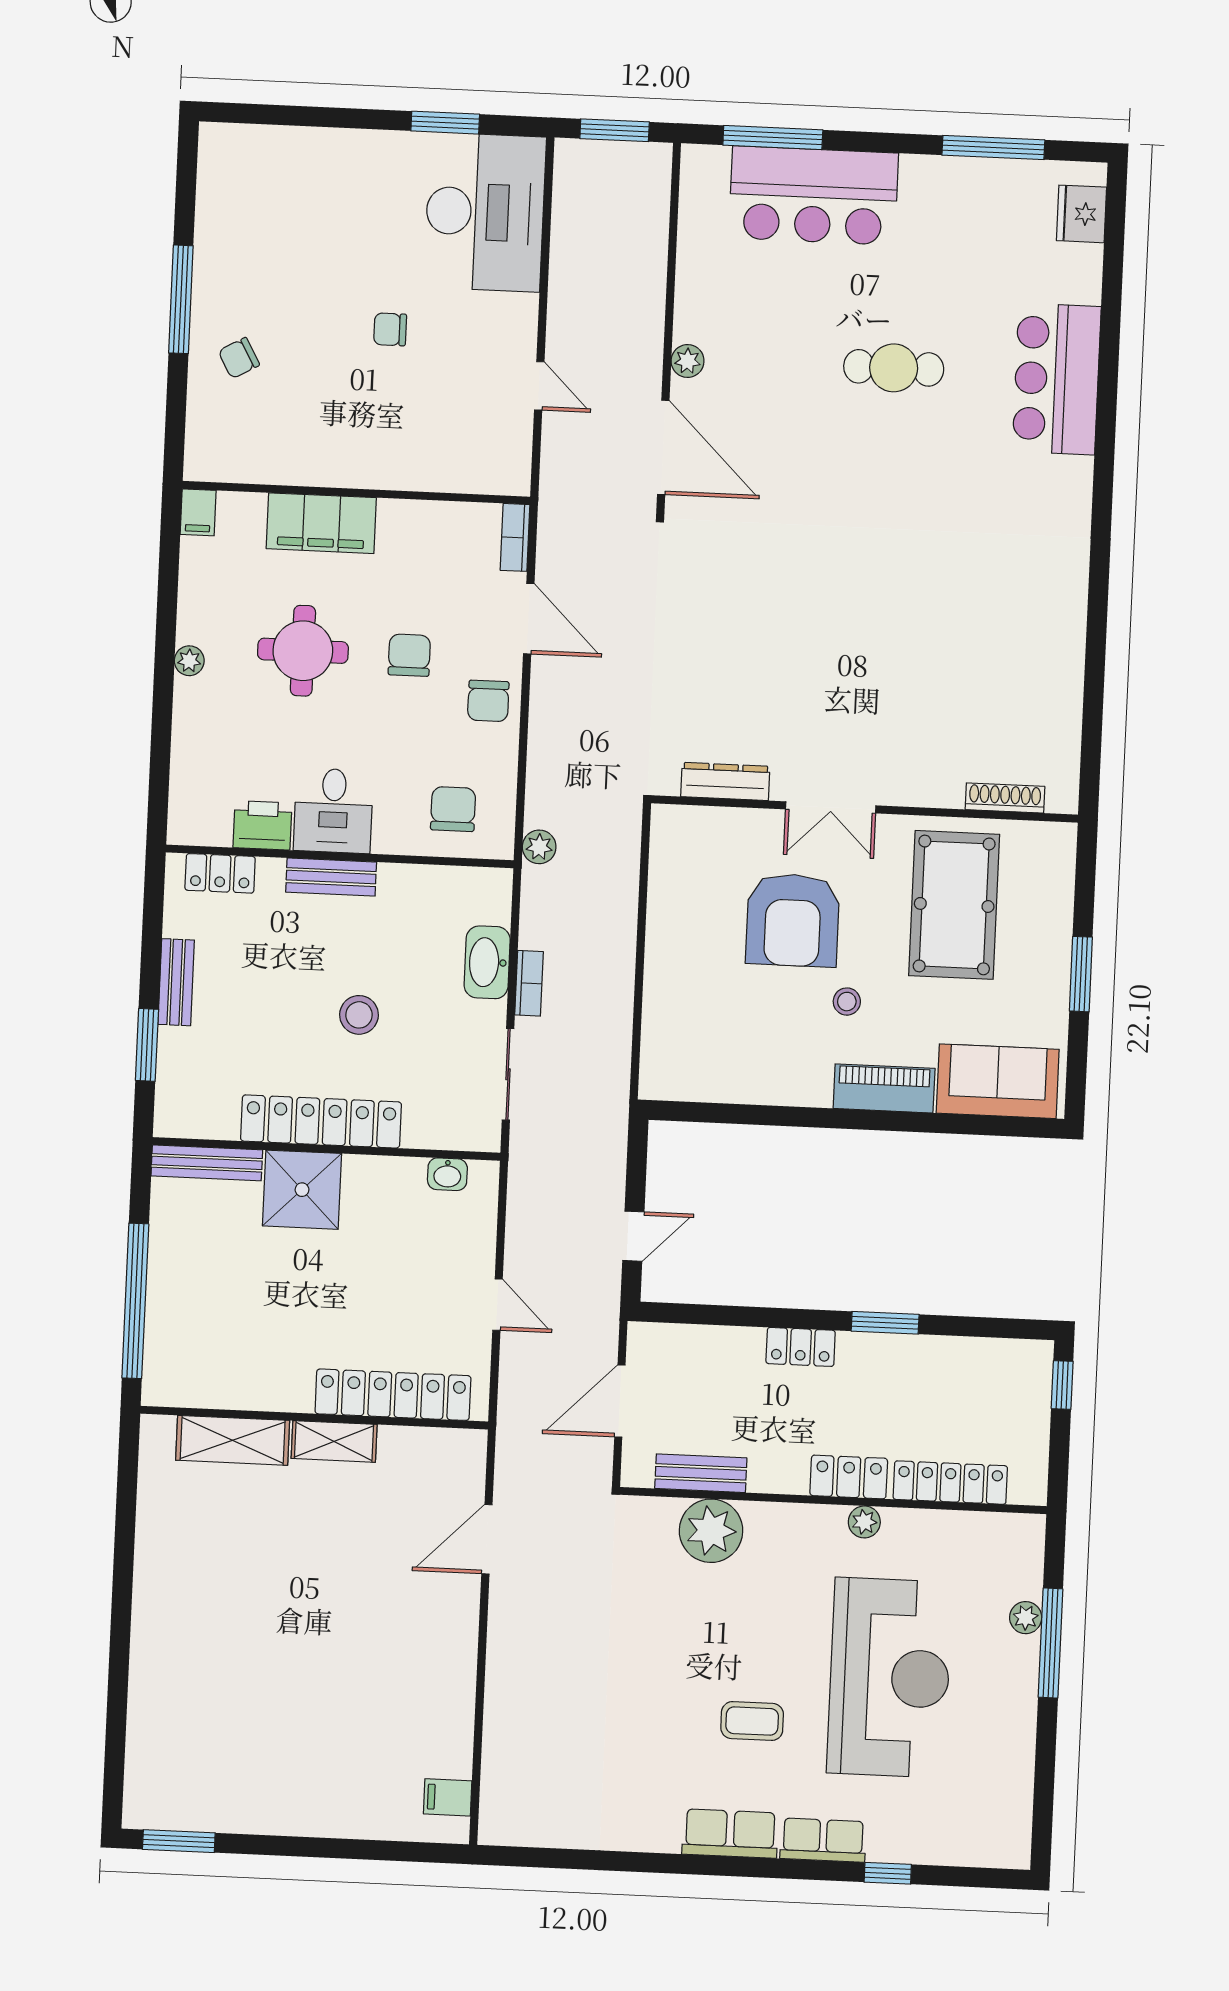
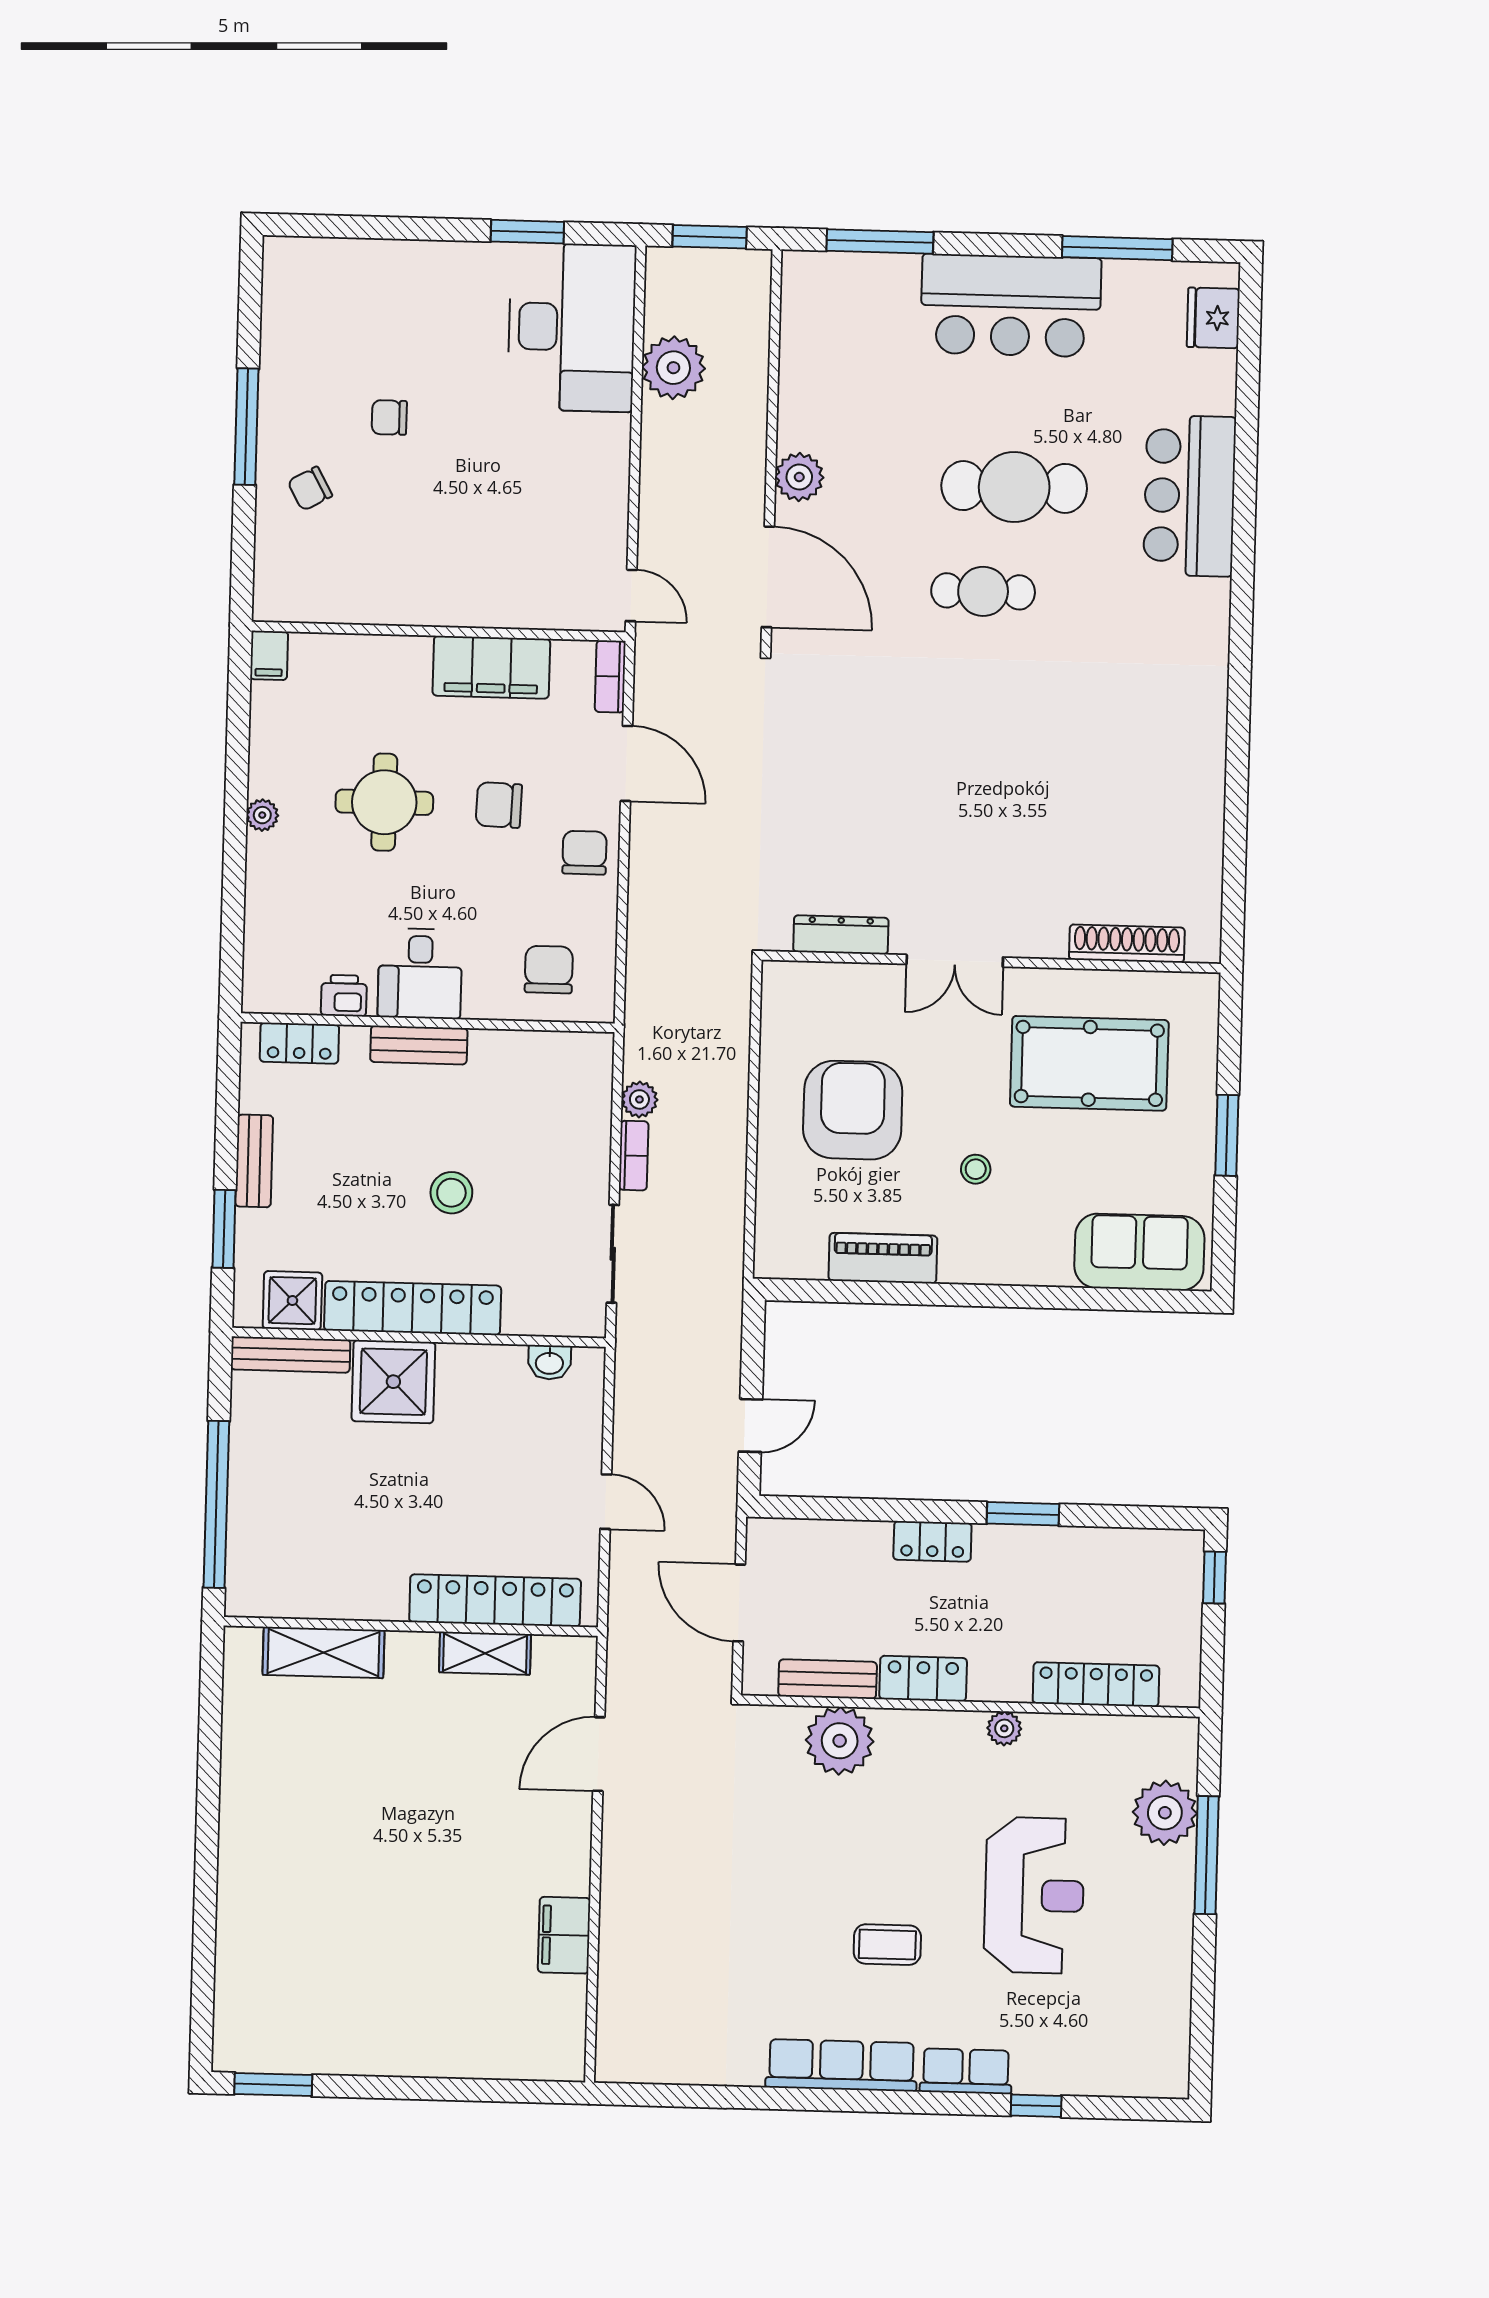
bar counter: (814, 195) -> (1011, 305), moved
plant: (579, 251) -> (673, 368), added
chair: (390, 329) -> (389, 417), moved
plant: (688, 361) -> (799, 477), width x1.38, depth x1.38
cafe table: (894, 368) -> (1014, 487), width x1.37, depth x1.35
door: (539, 386) -> (631, 595), moved
cafe table: (863, 464) -> (983, 591), added
filing cabinet: (321, 523) -> (491, 667), moved
chair: (409, 655) -> (499, 805), turned -88
chair: (488, 701) -> (584, 853), turned 180
shoe rack: (1005, 798) -> (1127, 944), width x1.36, depth x1.24
printer: (262, 825) -> (344, 996), width x0.73, depth x0.81
plant: (539, 847) -> (639, 1099), moved
pool table: (954, 905) -> (1089, 1063), turned 90
armchair: (793, 920) -> (853, 1110), moved, turned 180
washbasin: (487, 962) -> (588, 1134), removed
piano: (884, 1088) -> (883, 1258), moved
shower: (209, 1113) -> (292, 1301), added
door: (620, 1401) -> (739, 1603), hinge flipped
shelving: (334, 1441) -> (485, 1653), moved
locker: (849, 1477) -> (923, 1679), moved
plant: (1026, 1618) -> (1165, 1813), width x1.88, depth x1.88
reception desk: (889, 1678) -> (1034, 1895), width x0.74, depth x0.77
filing cabinet: (448, 1797) -> (564, 1935), moved, width x2.00
row of seats: (730, 1834) -> (841, 2065), width x1.48

